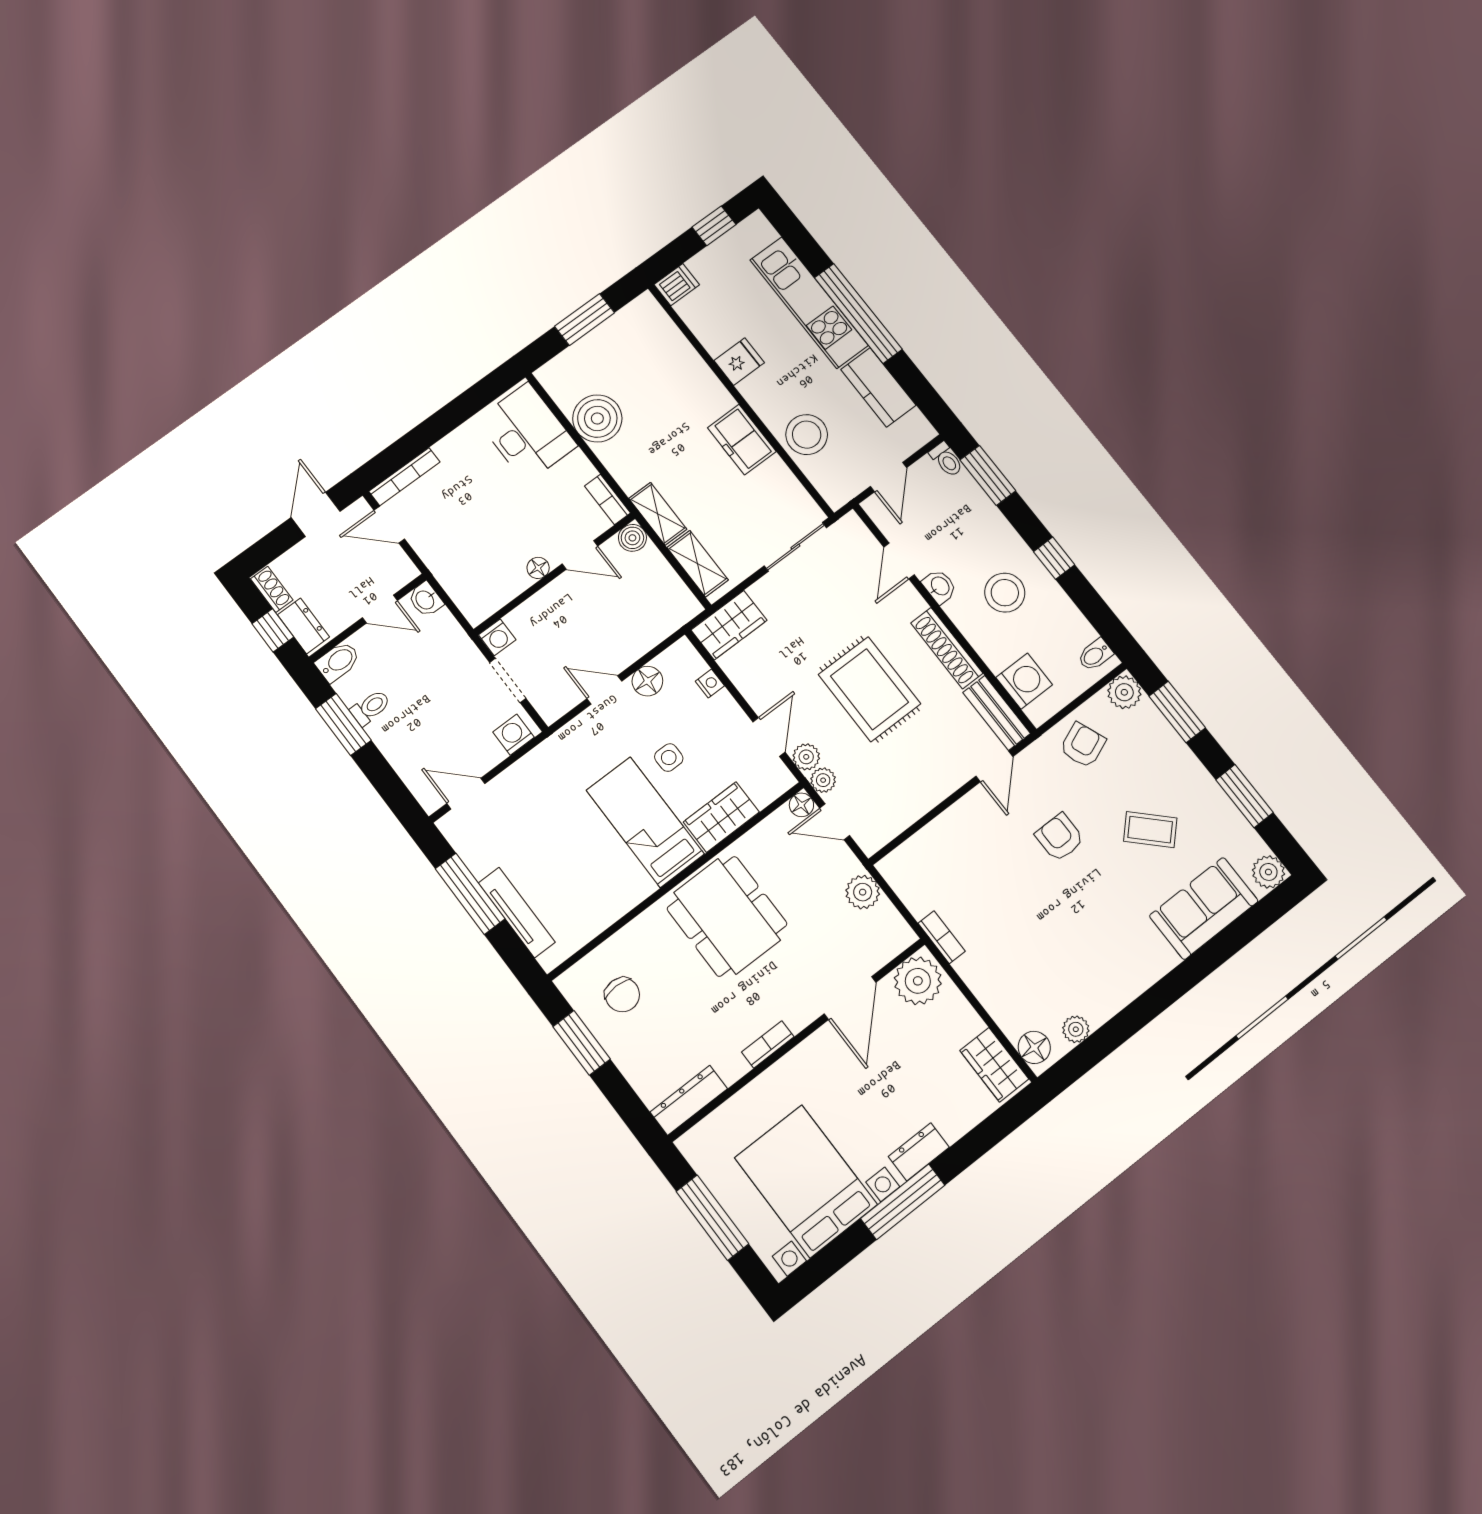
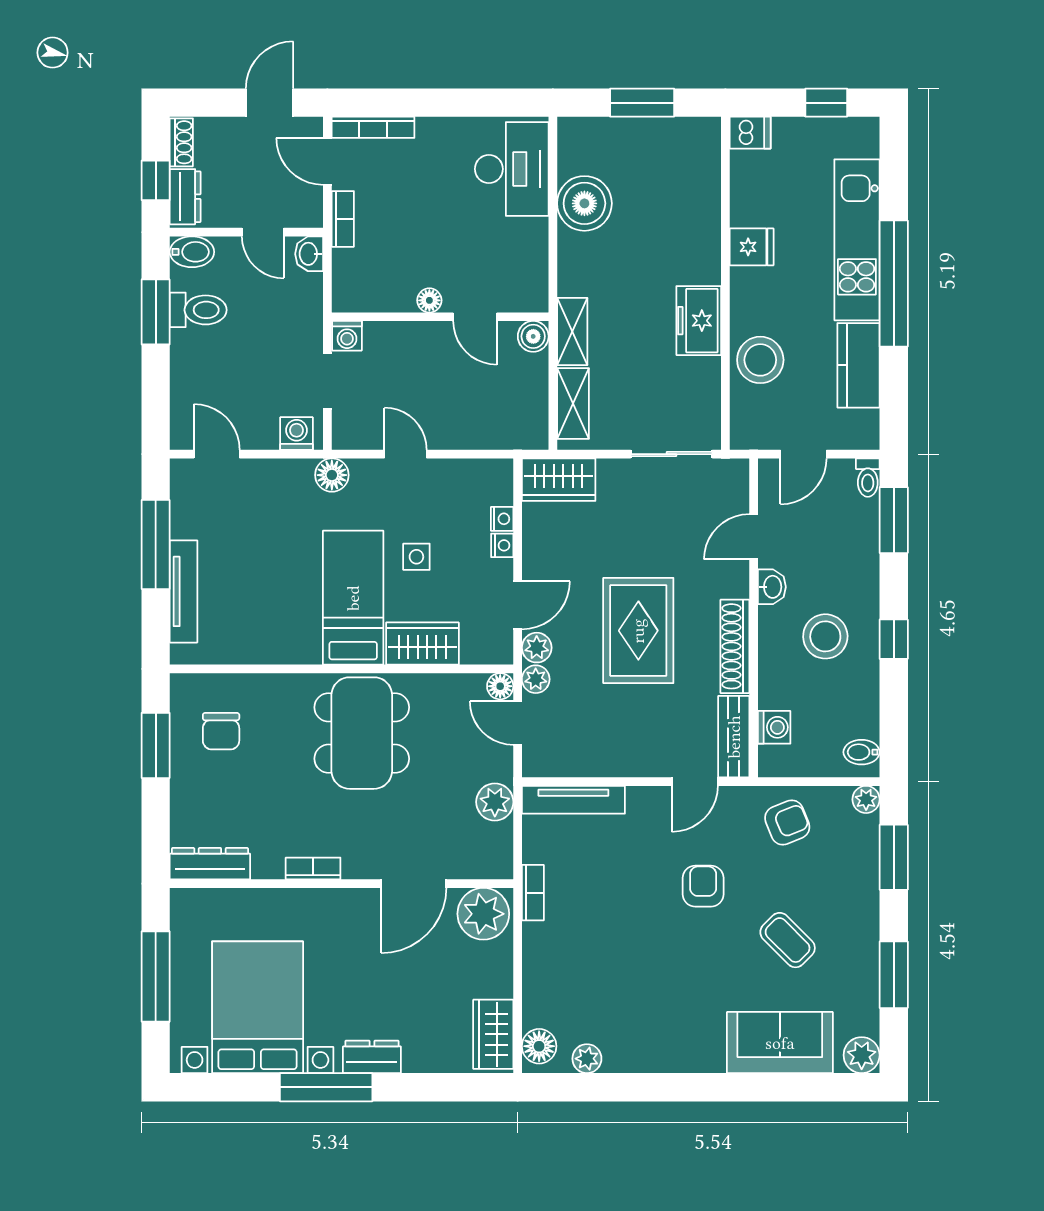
bookcase: (607, 499) -> (343, 219), moved, turned 180
floor lamp: (647, 681) -> (332, 475), moved
washing machine: (1024, 681) -> (774, 727), width x0.73, depth x0.73
plant: (1124, 692) -> (866, 799), width x0.73, depth x0.73
nightstand: (725, 702) -> (502, 545), added
toilet: (370, 707) -> (198, 310), width x1.37, depth x1.39
tv unit: (918, 847) -> (573, 800), added

